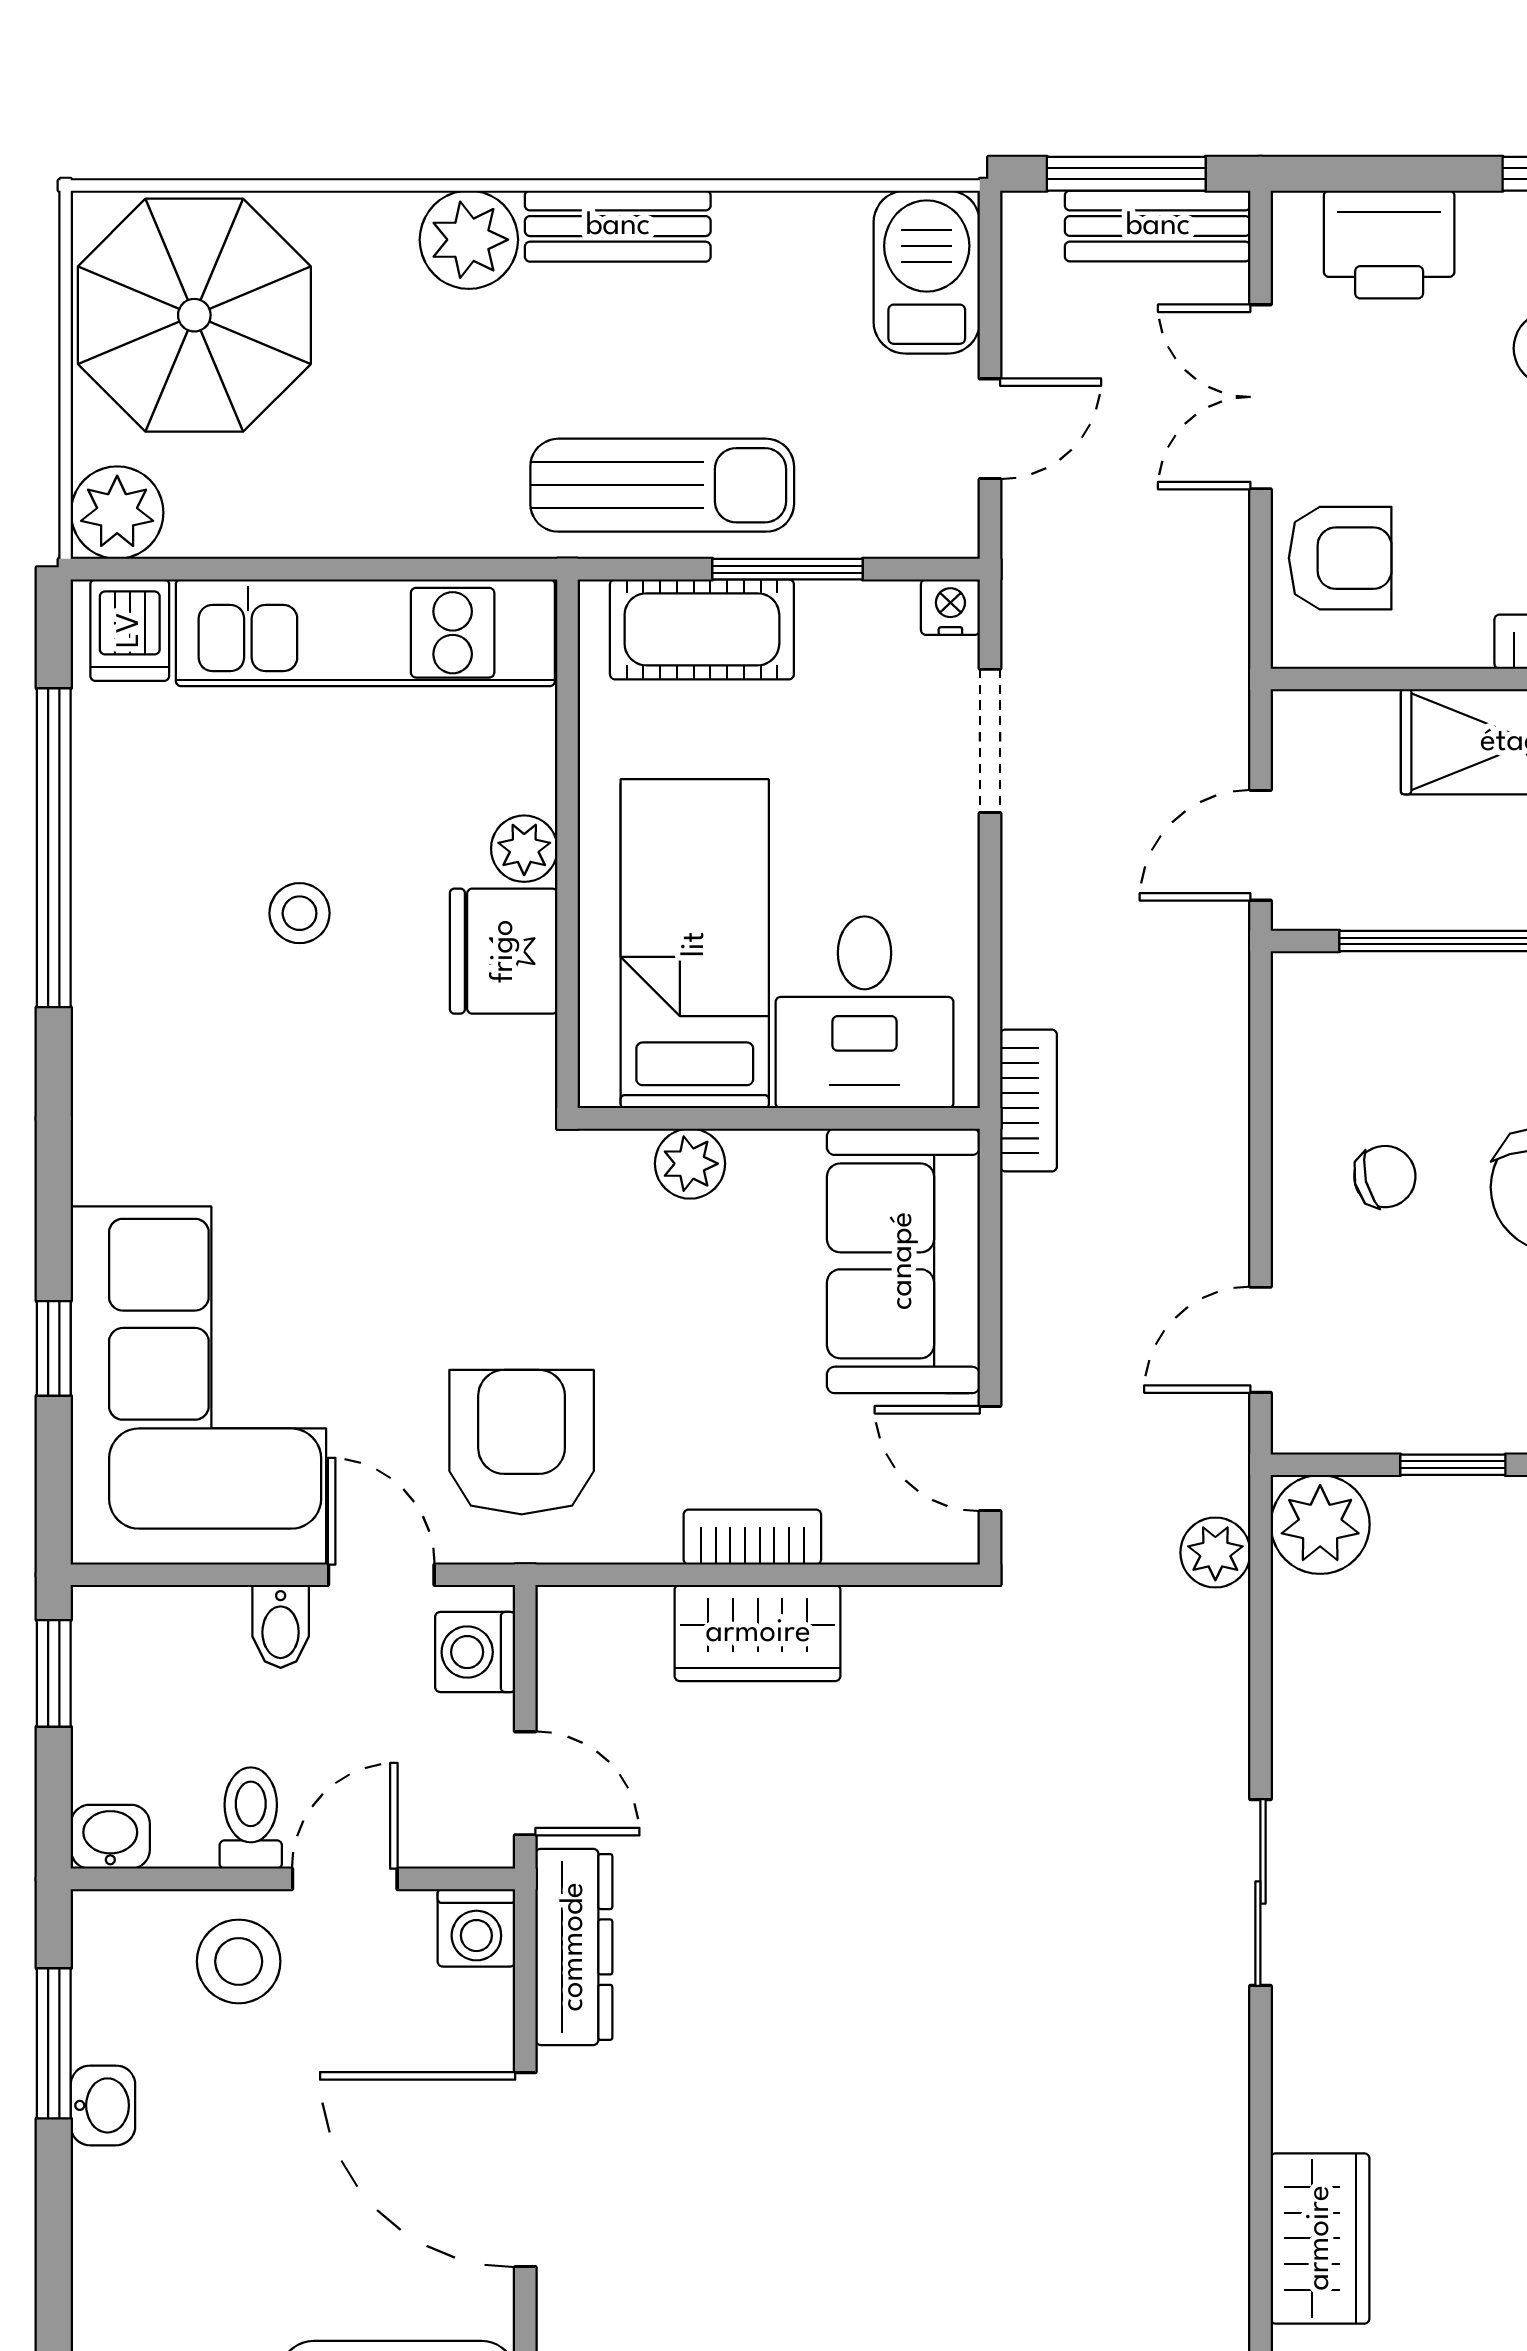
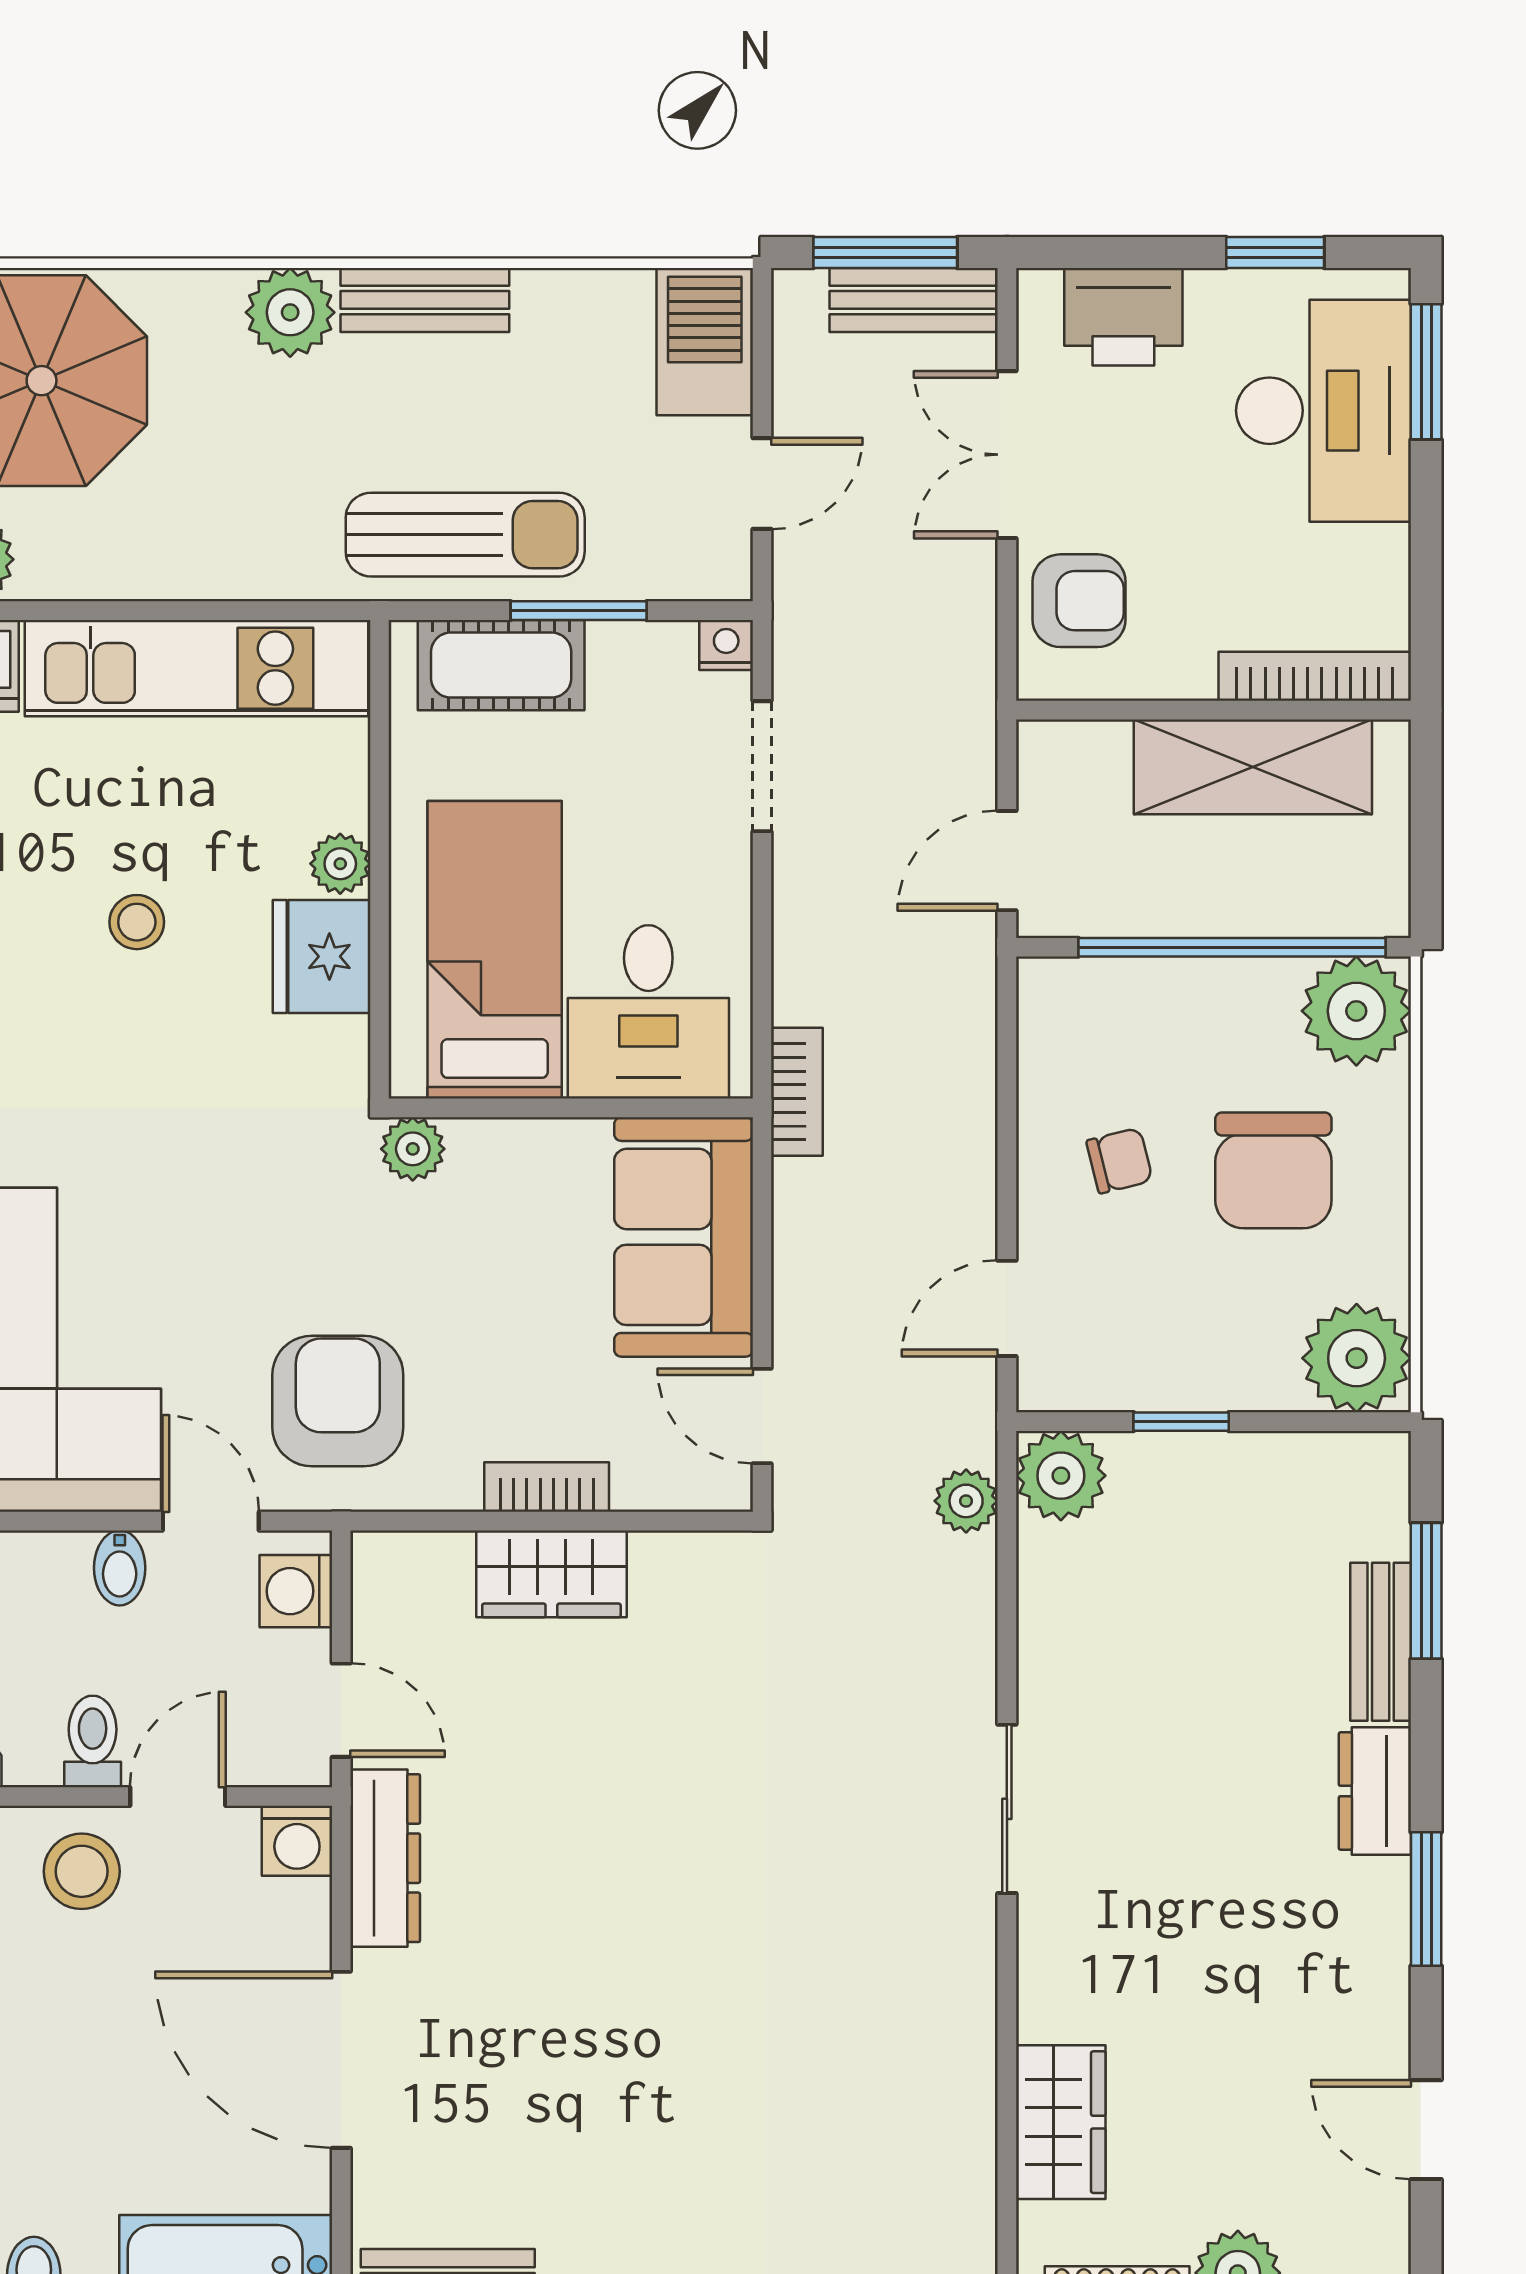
plant: (690, 1164) -> (413, 1149), moved

